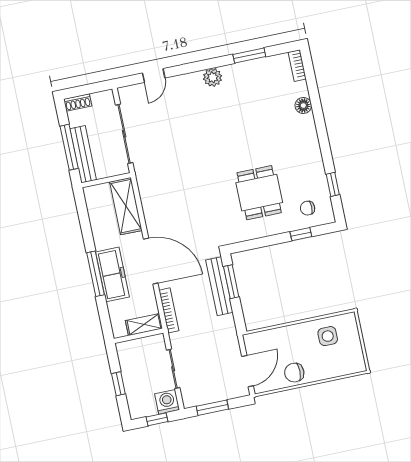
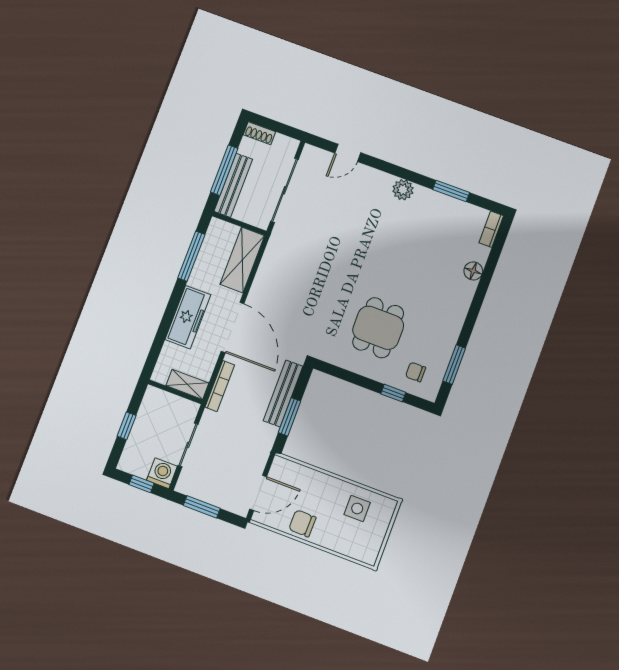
window: (333, 184) -> (454, 364), width x1.50
window: (96, 274) -> (191, 256), moved
window: (231, 282) -> (290, 417), moved

